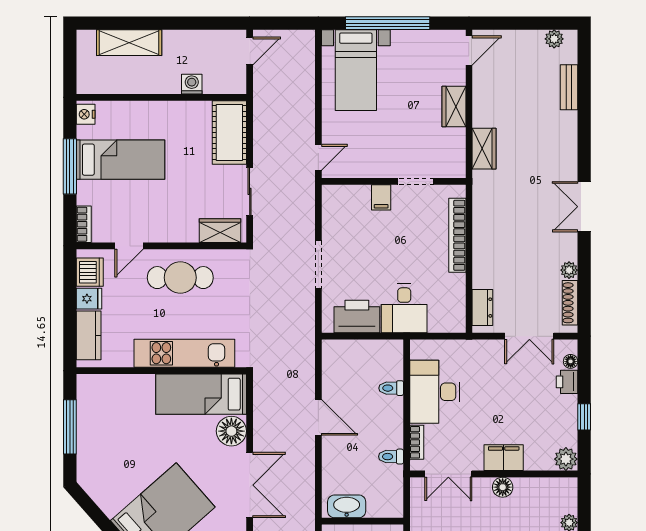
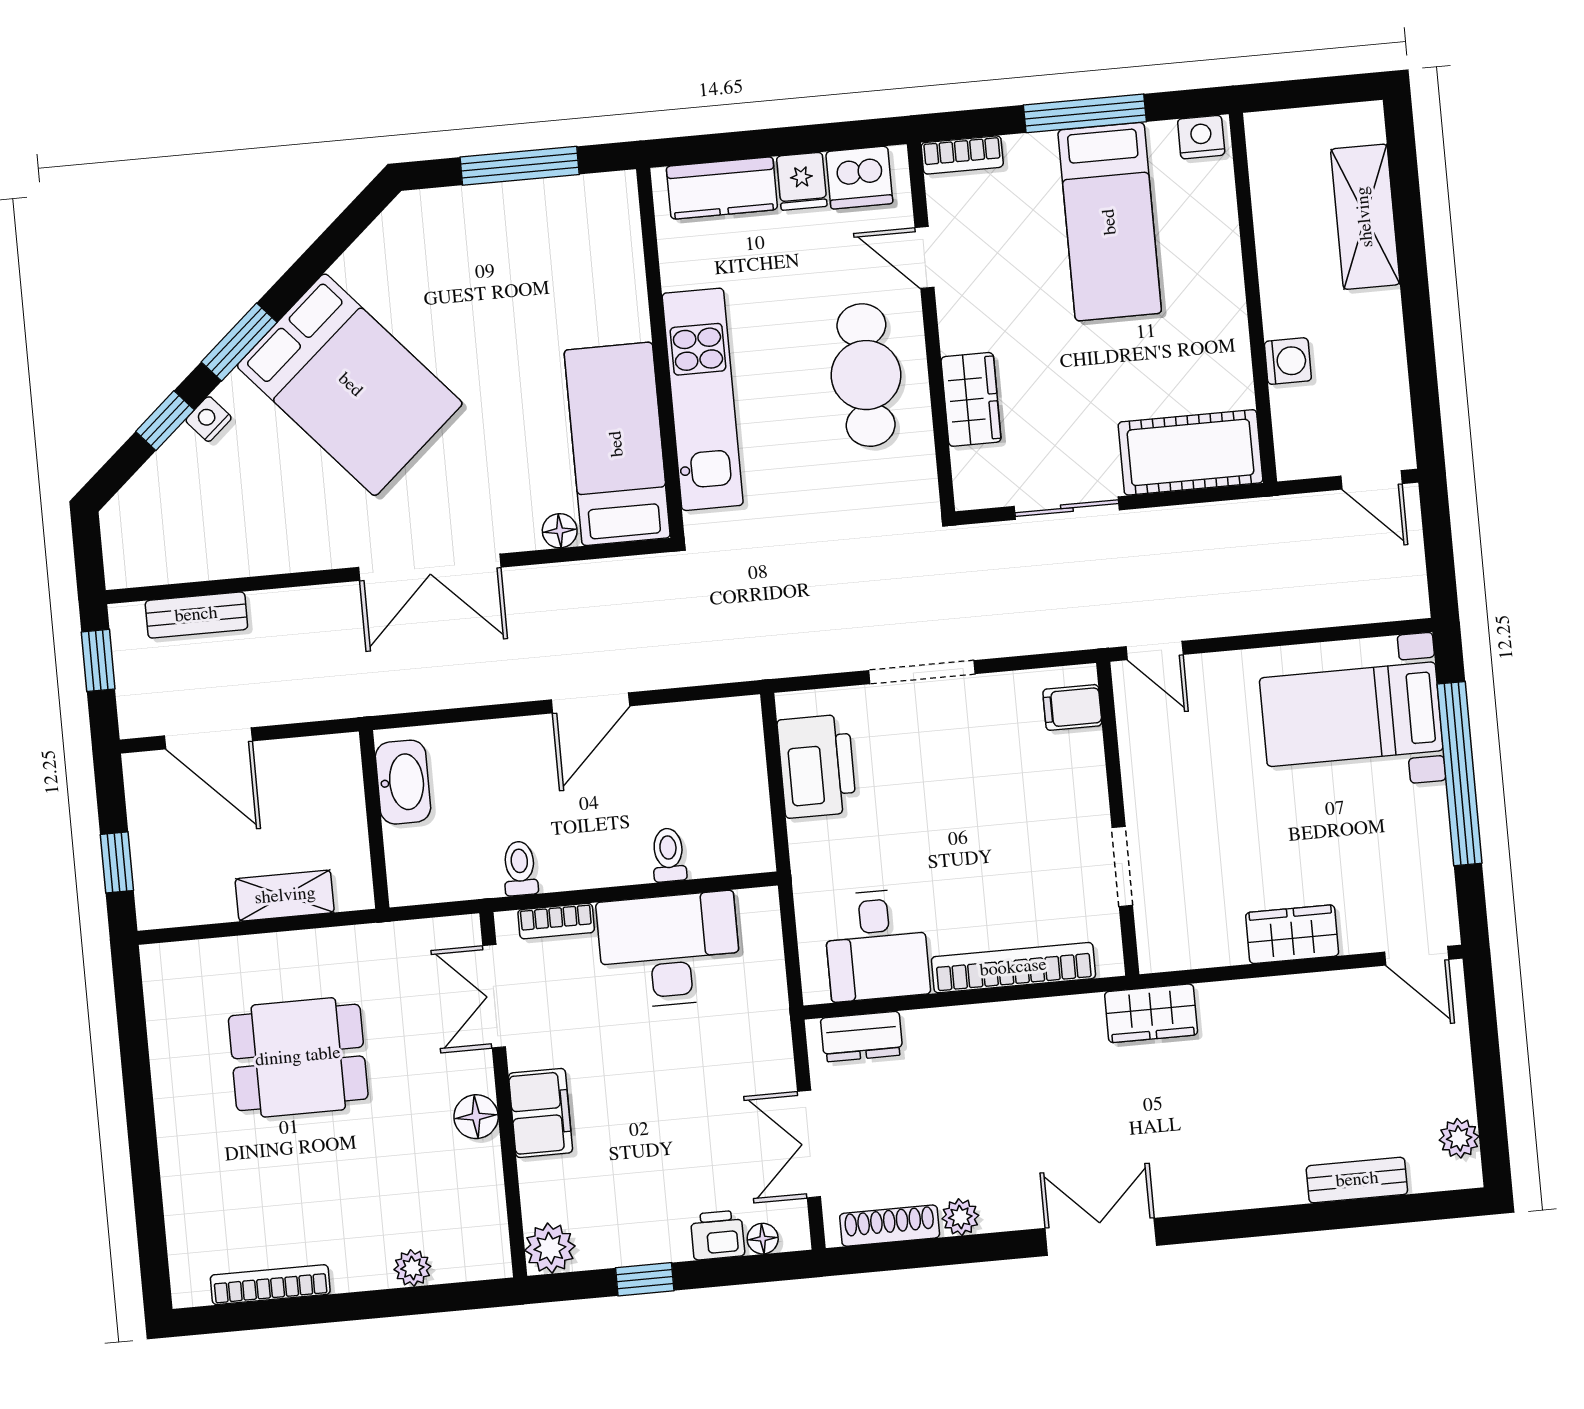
wardrobe: (484, 149) -> (1151, 1013), moved
filing cabinet: (381, 197) -> (1072, 707), moved
wardrobe: (220, 231) -> (971, 399), moved
desk: (404, 308) -> (876, 945), moved, turned -90
floor lamp: (231, 431) -> (560, 531), width x0.53, depth x0.53

